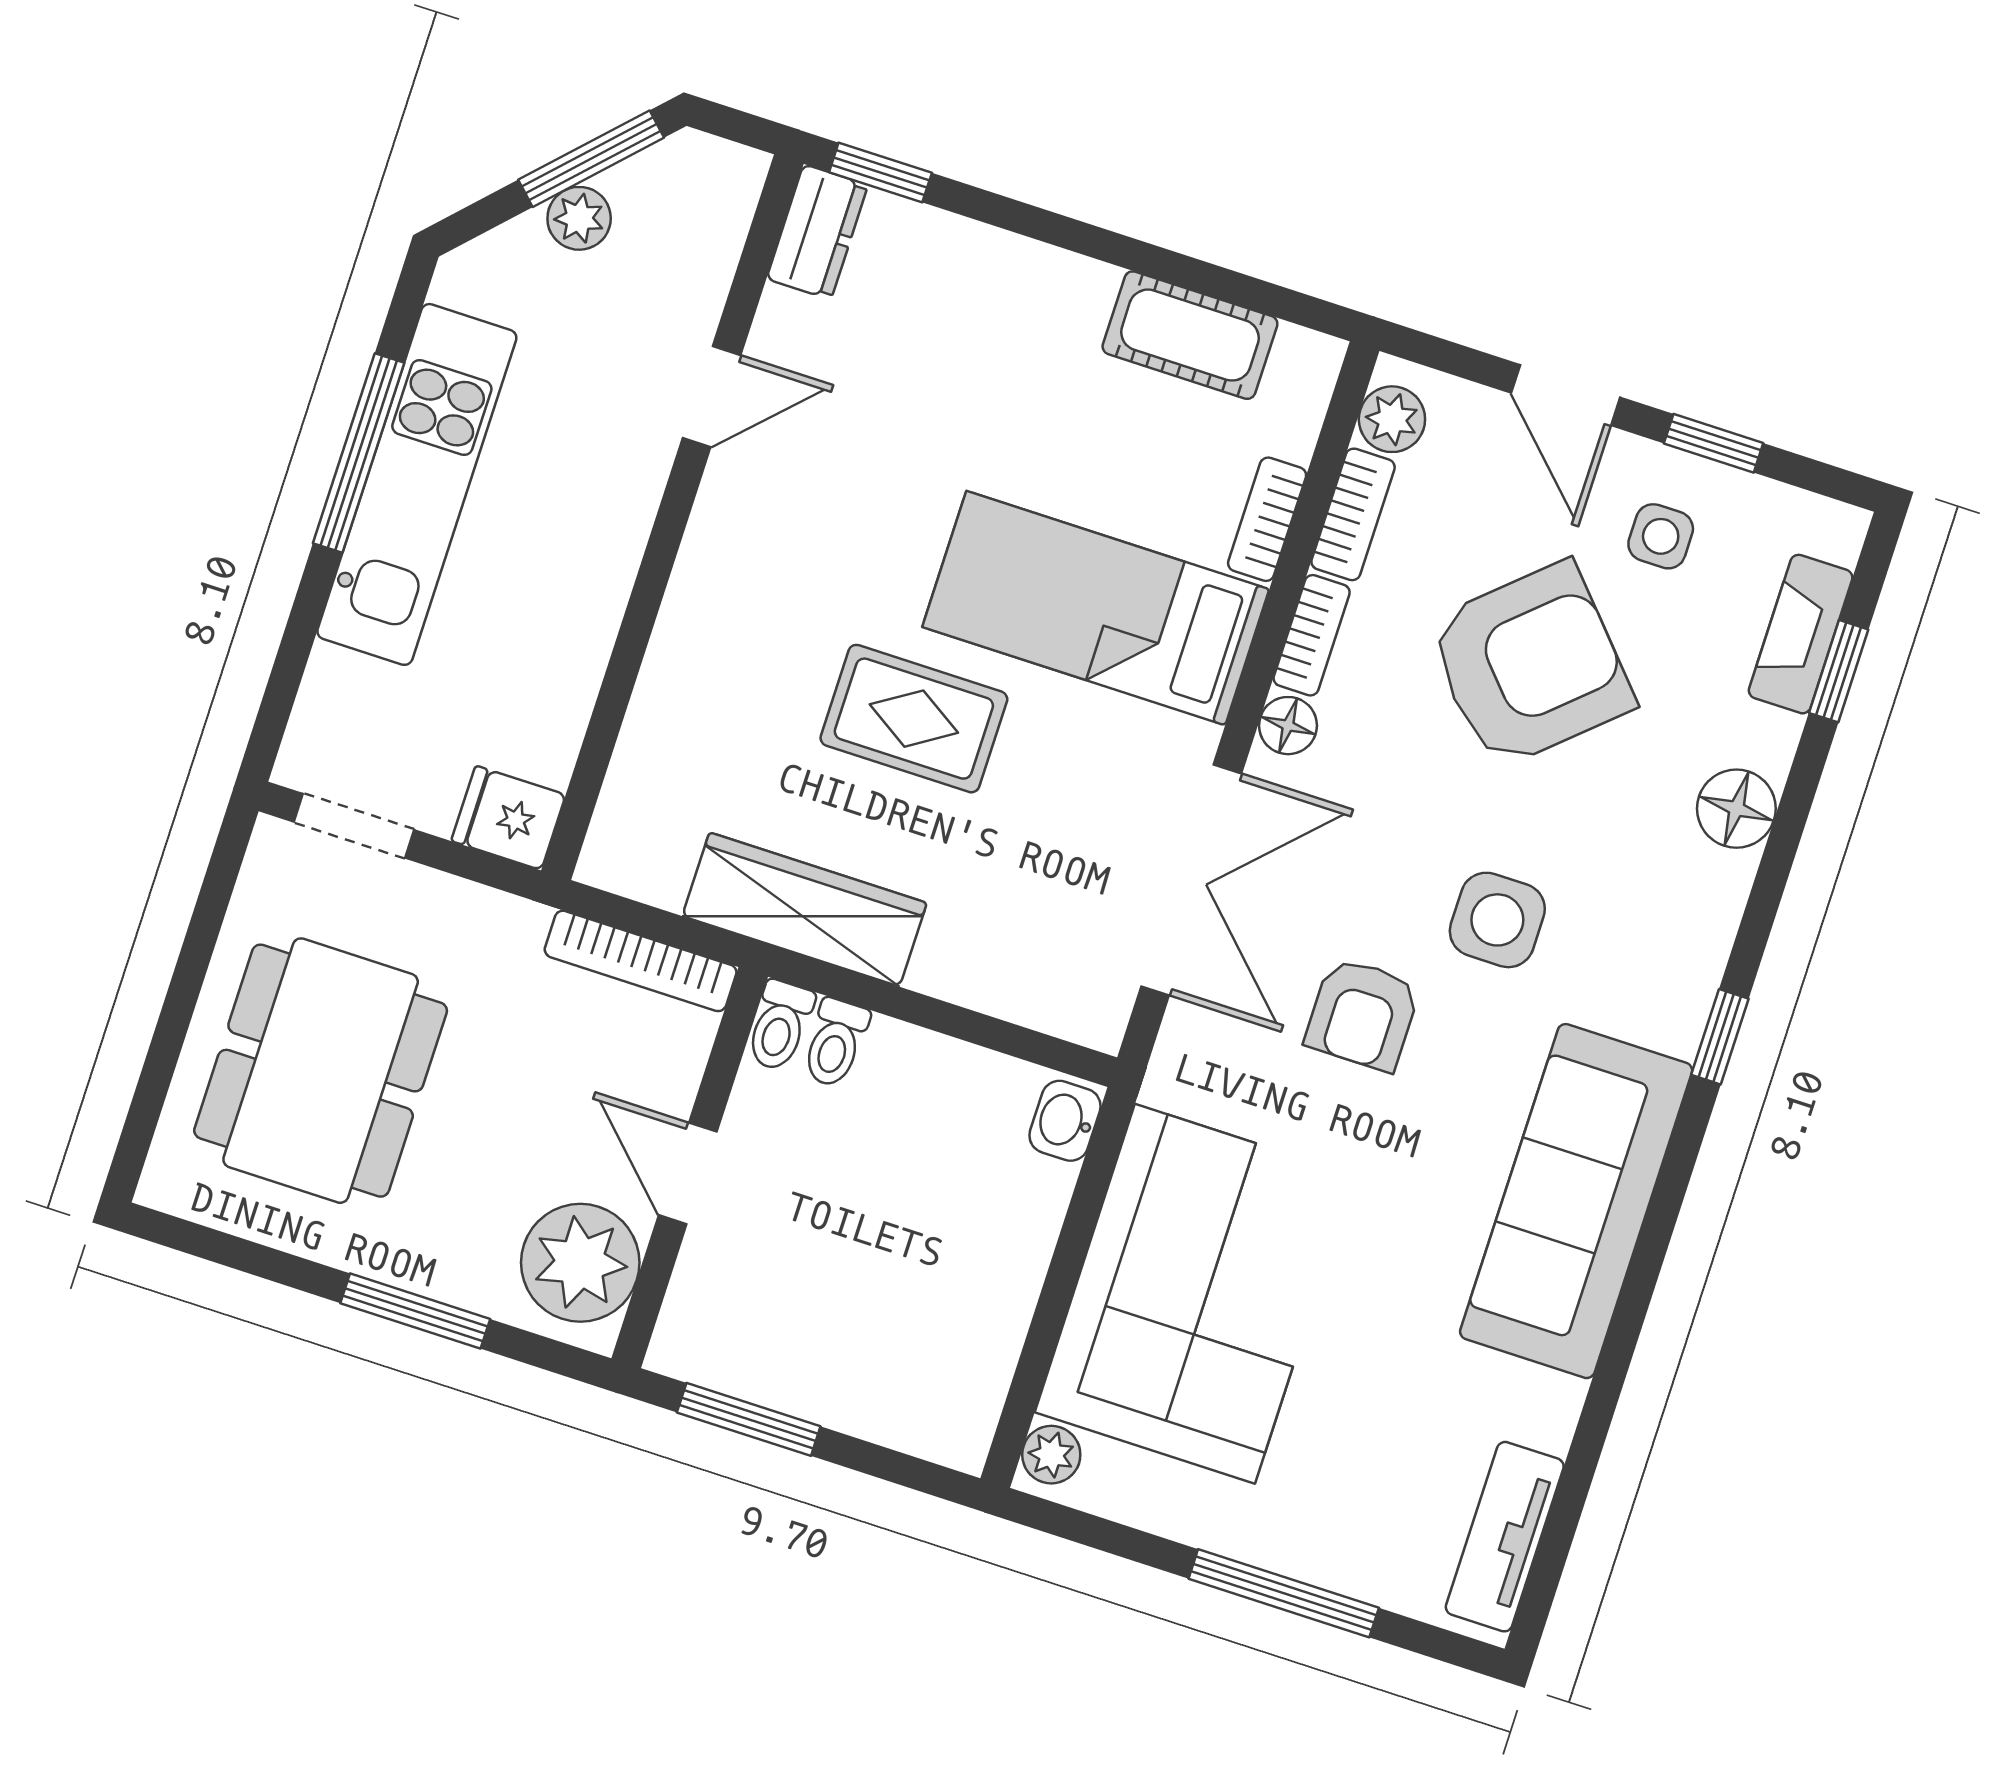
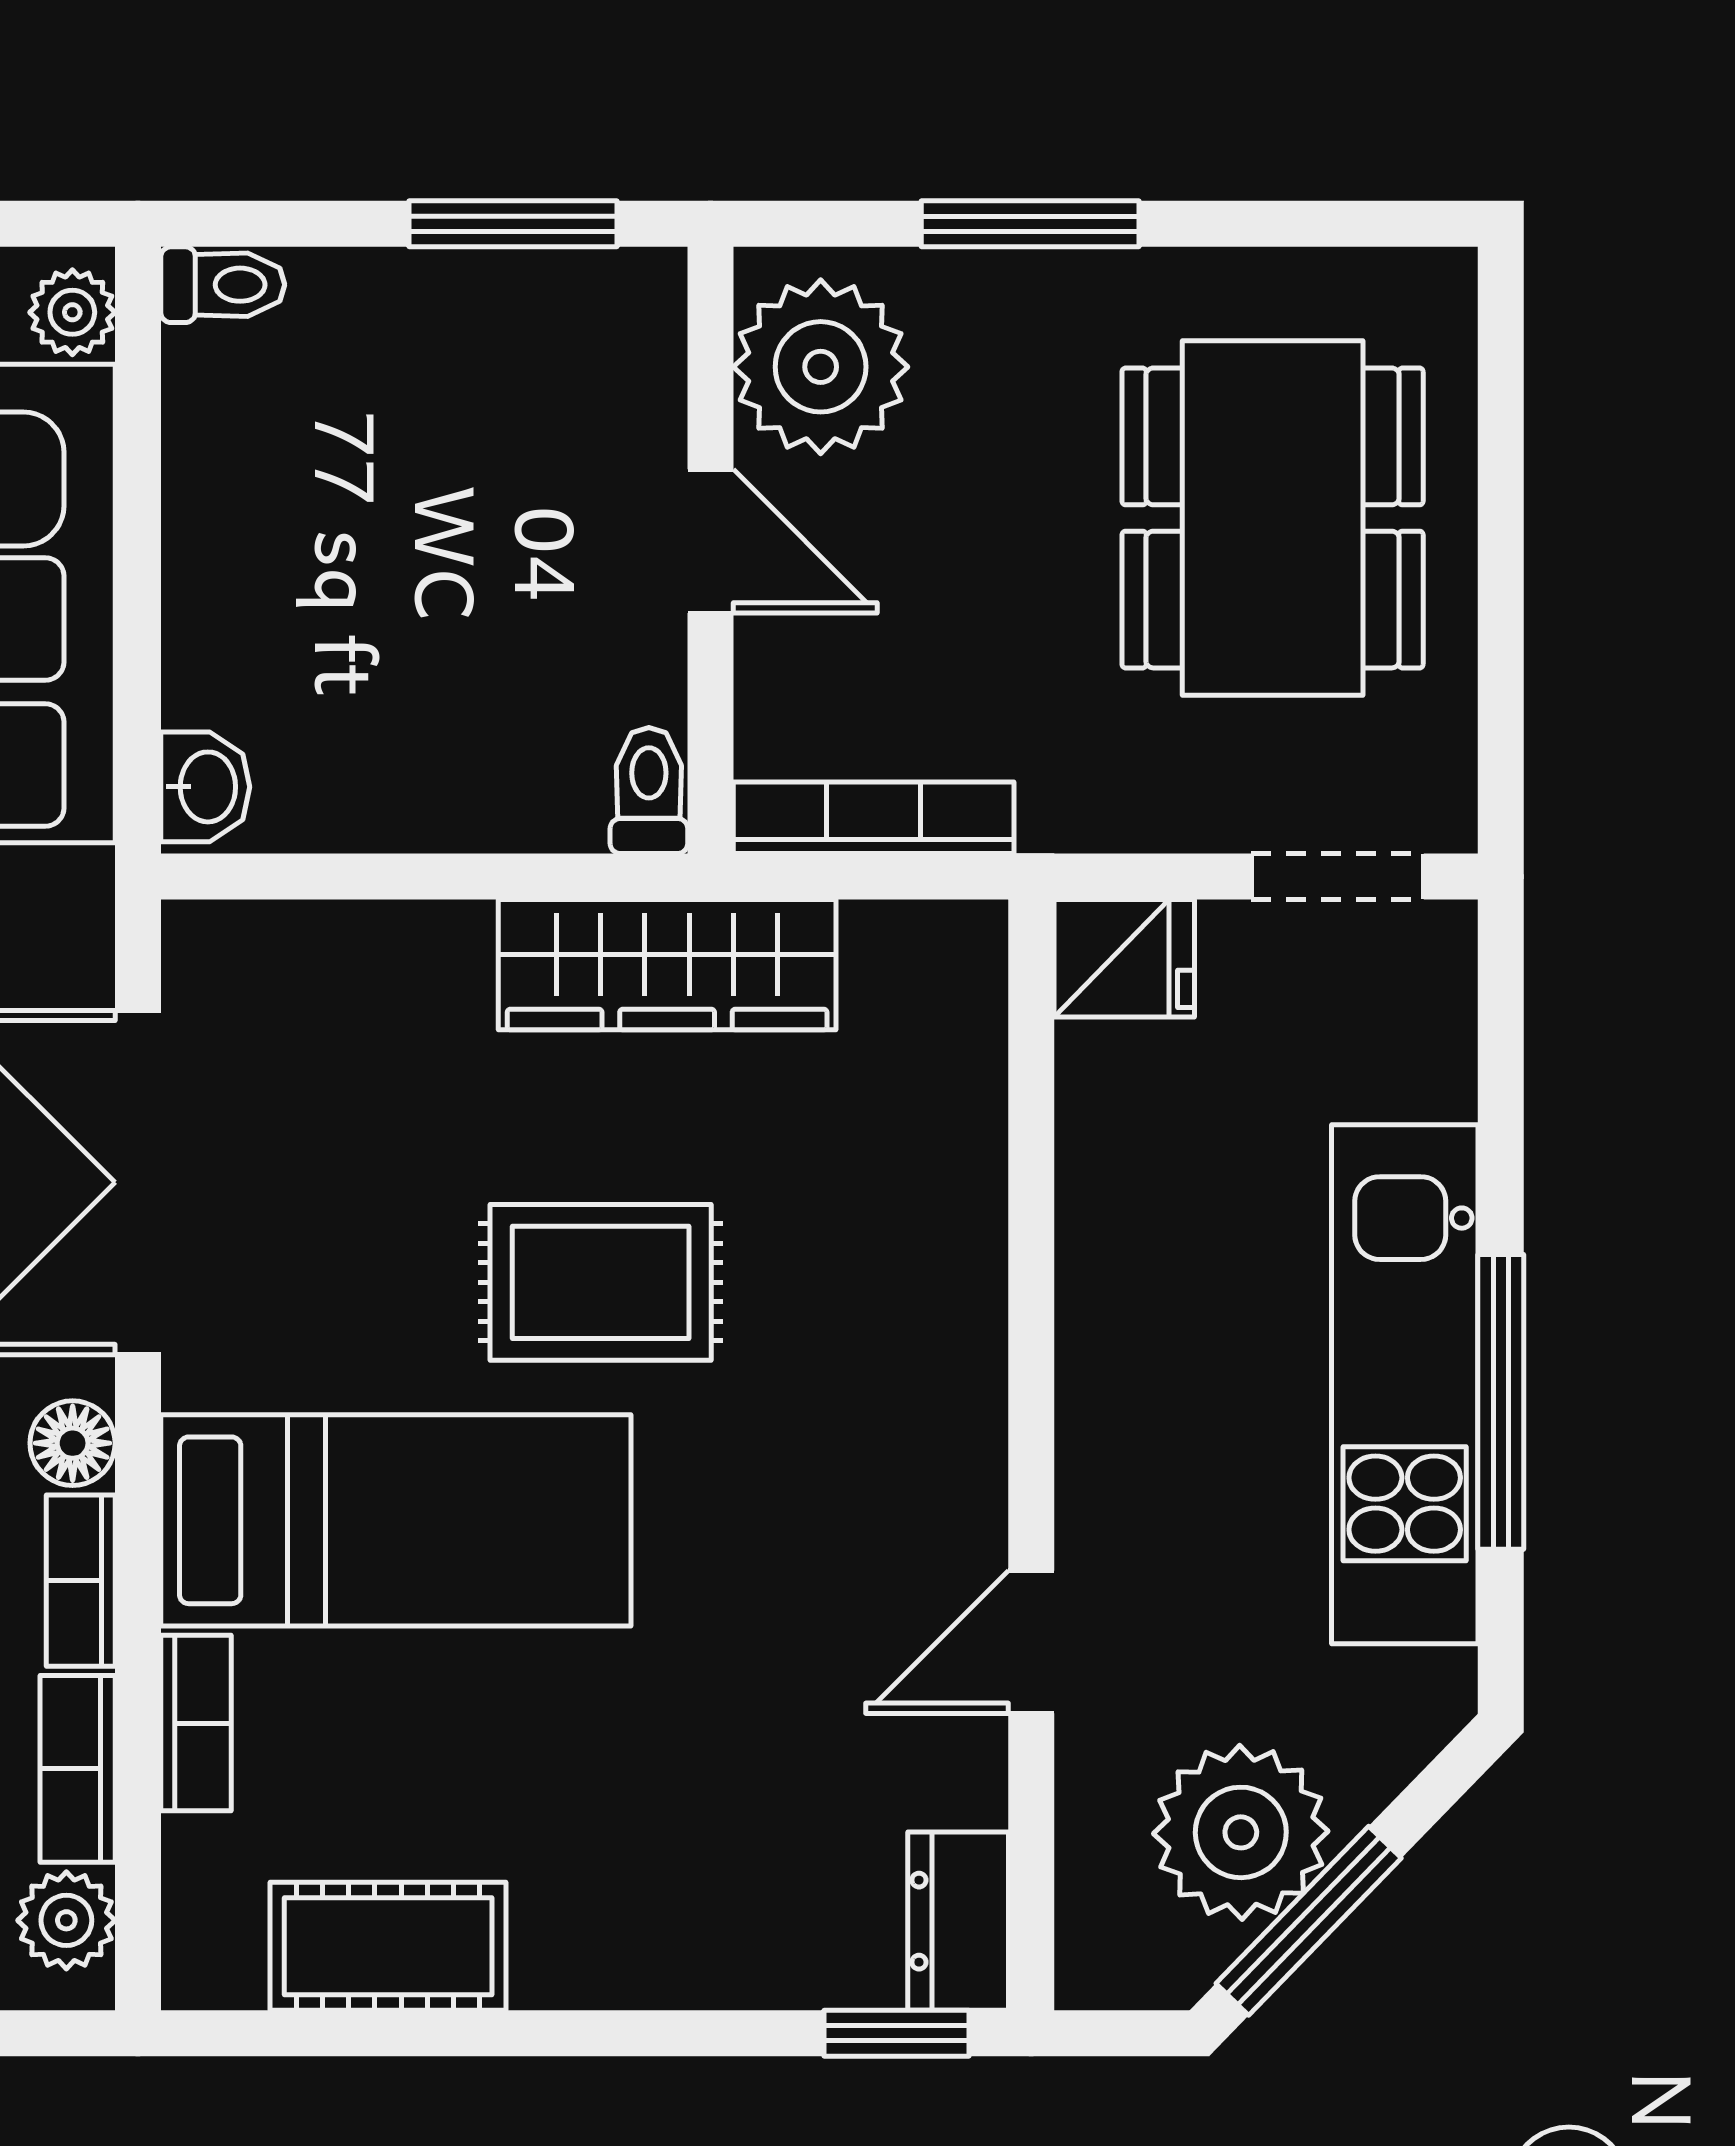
plant: (579, 218) -> (1241, 1832), width x1.87, depth x1.87
toilet: (835, 1043) -> (223, 285), moved, turned 90

